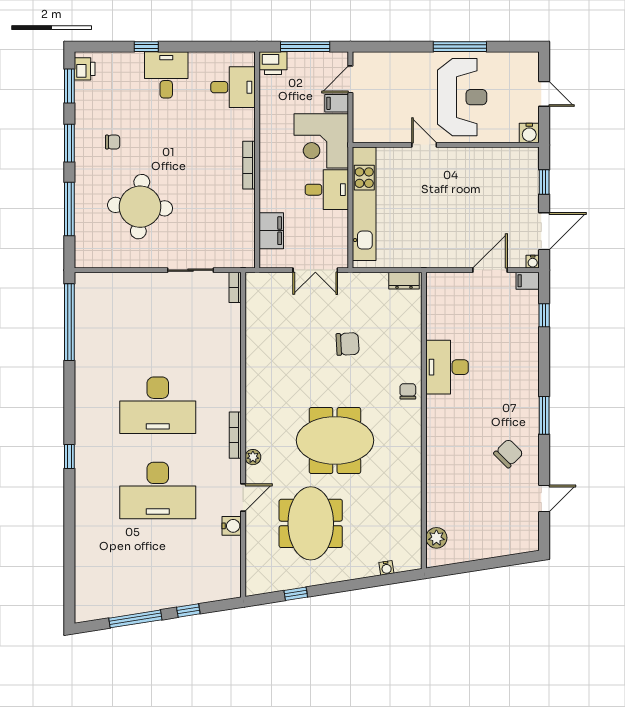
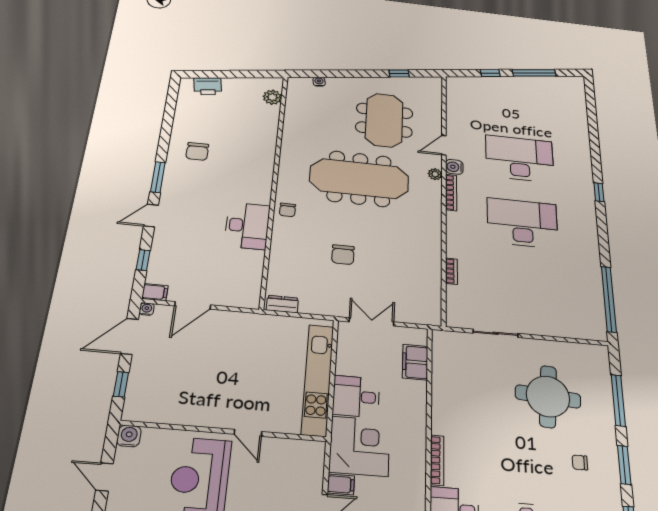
bookcase: (249, 165) -> (437, 460), moved
bookcase: (235, 287) -> (451, 271), moved
chair: (348, 344) -> (343, 255), turned -87
meeting table: (335, 440) -> (359, 179), width x1.36
chair: (508, 453) -> (197, 151), turned -45
door: (544, 499) -> (151, 216), moved
water cooler: (232, 526) -> (454, 167), moved
printer: (508, 543) -> (208, 86), added

